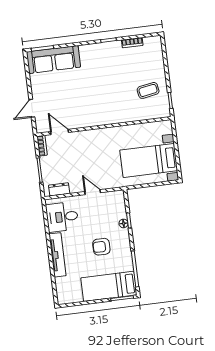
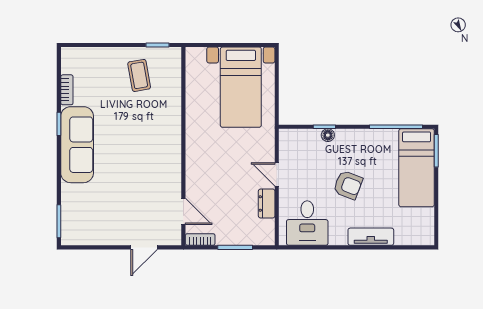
sofa: (53, 59) -> (77, 145), moved
door: (32, 108) -> (144, 247), hinge flipped
door: (60, 132) -> (183, 211), swing flipped
dresser: (59, 189) -> (267, 204), moved
door: (93, 192) -> (277, 174), hinge flipped
armchair: (101, 247) -> (348, 185), moved, turned -69
tv unit: (57, 255) -> (371, 237), width x0.71

